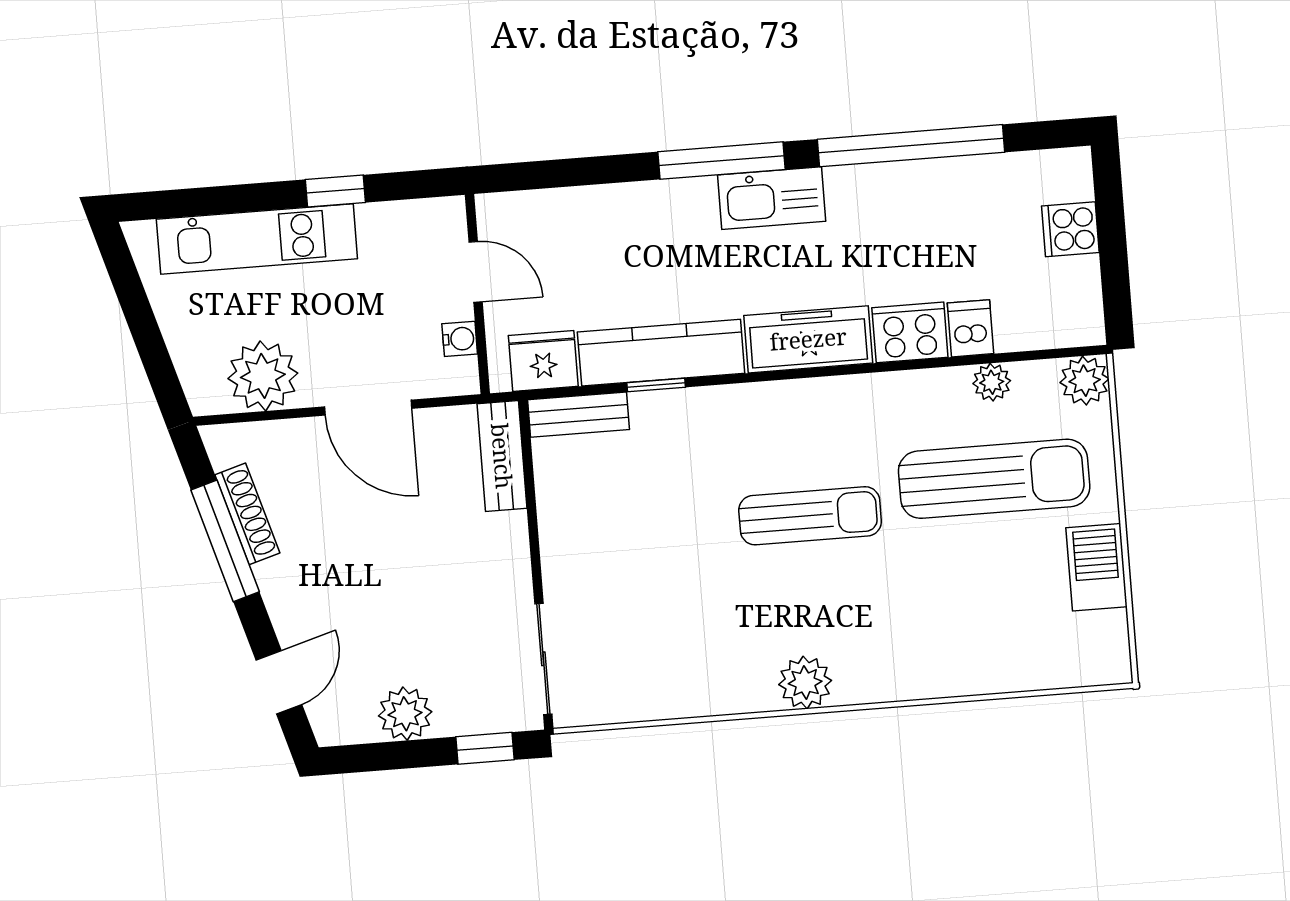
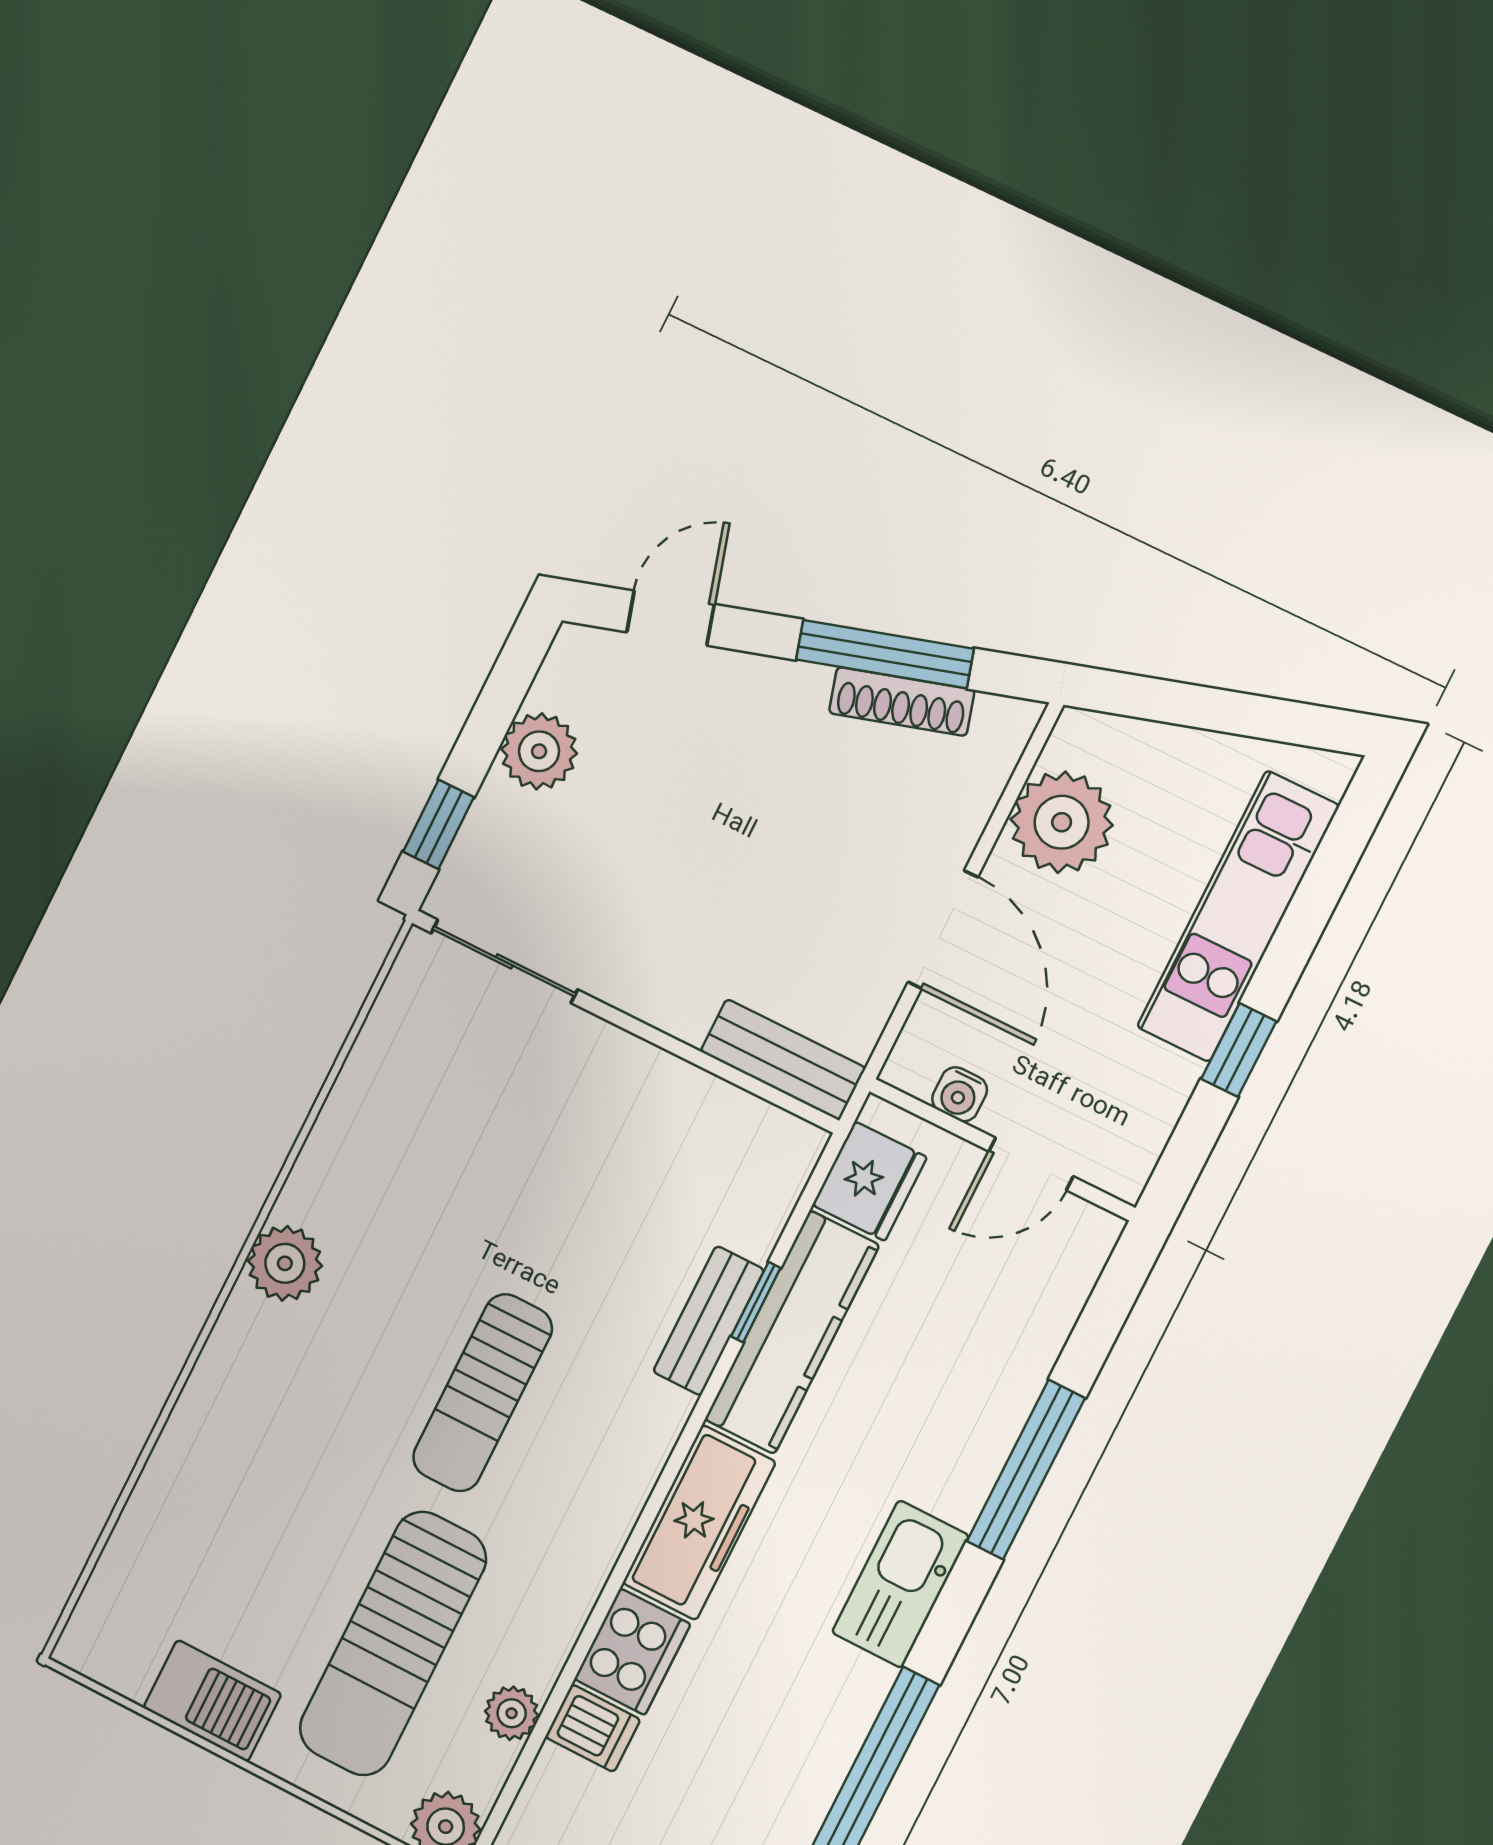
window: (722, 161) -> (1026, 1470), moved
door: (368, 408) -> (943, 930), swing flipped
bench: (578, 415) -> (709, 1321), moved
door: (279, 682) -> (671, 618), swing flipped

